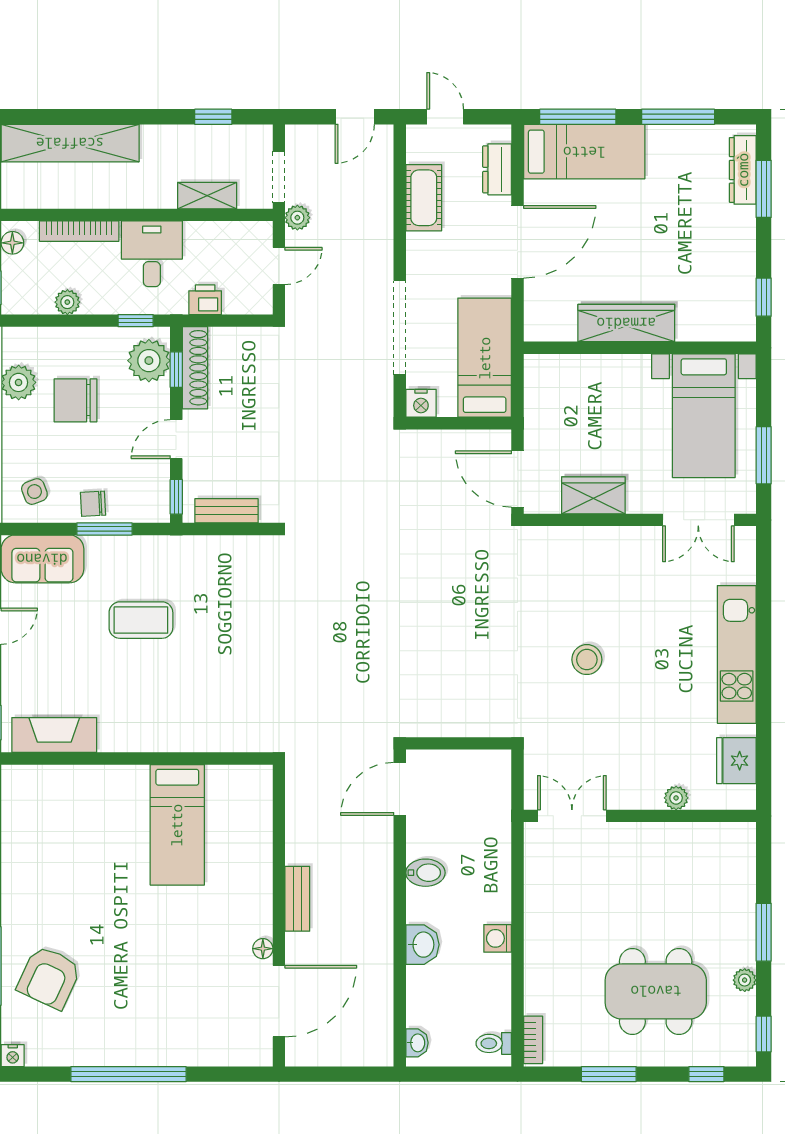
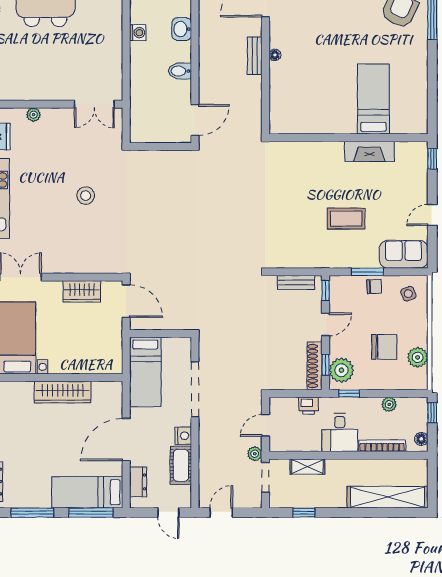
nightstand: (421, 403) -> (183, 436), moved, turned 90
fireplace: (54, 735) -> (369, 151), moved
bed: (177, 825) -> (373, 99), moved
floor lamp: (263, 949) -> (275, 55), moved

